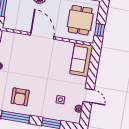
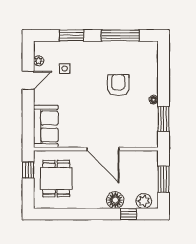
door: (89, 96) -> (28, 80), swing flipped
armchair: (20, 97) -> (118, 85), moved

